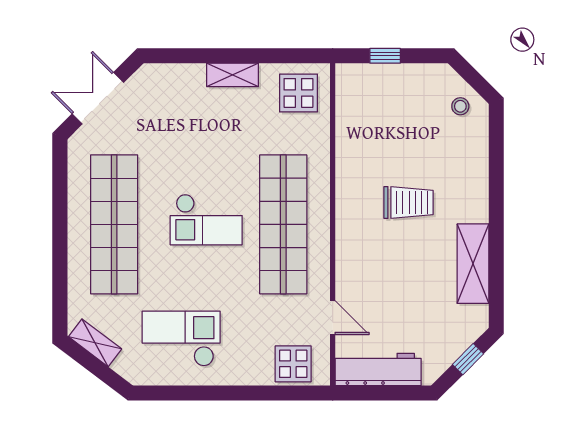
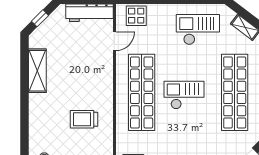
trolley: (409, 203) -> (84, 119), moved
door: (333, 318) -> (114, 41), swing flipped
checkout: (181, 339) -> (198, 30), turned 180

